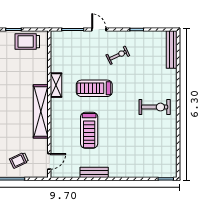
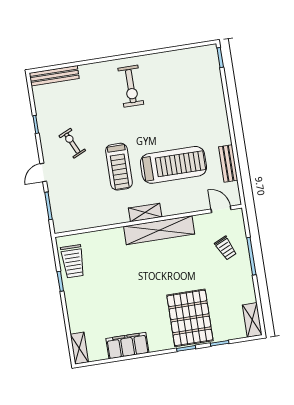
shelving: (56, 85) -> (145, 213), moved
exercise bike: (155, 107) -> (131, 86), turned 180
treadmill: (89, 130) -> (173, 165), width x1.37, depth x1.38
bench: (94, 172) -> (228, 163), moved

